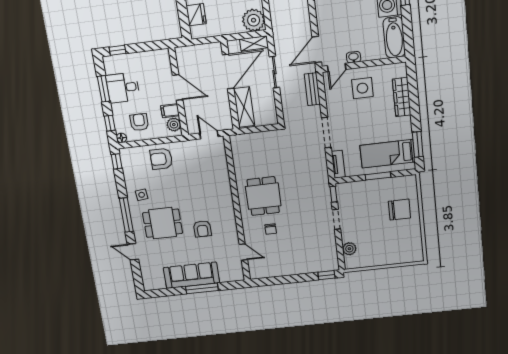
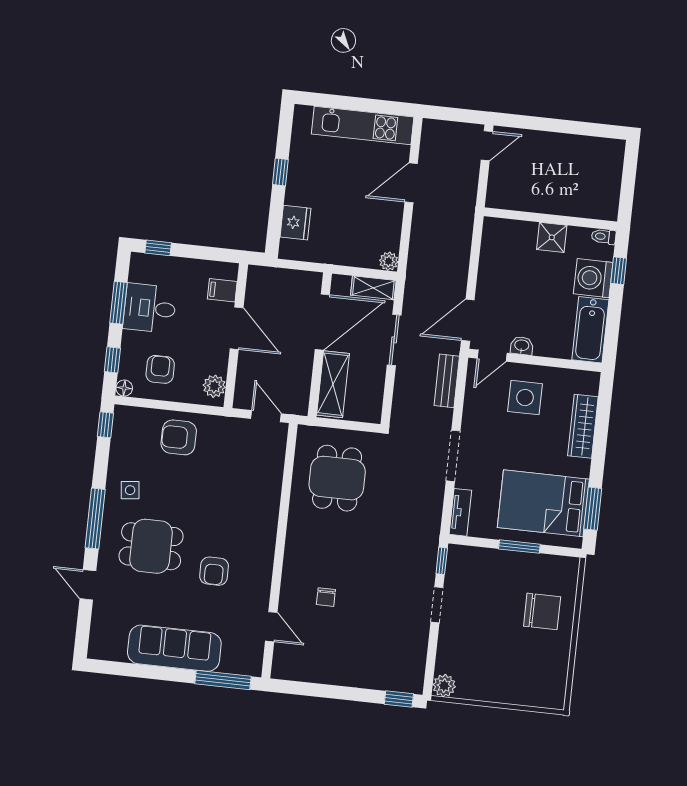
plant: (254, 20) -> (389, 261), width x0.53, depth x0.53
filing cabinet: (170, 111) -> (222, 290), moved
bed: (388, 154) -> (543, 503), width x1.50
dining table: (263, 196) -> (337, 478), moved
plant: (349, 249) -> (444, 686), moved
window: (202, 288) -> (223, 680), moved

